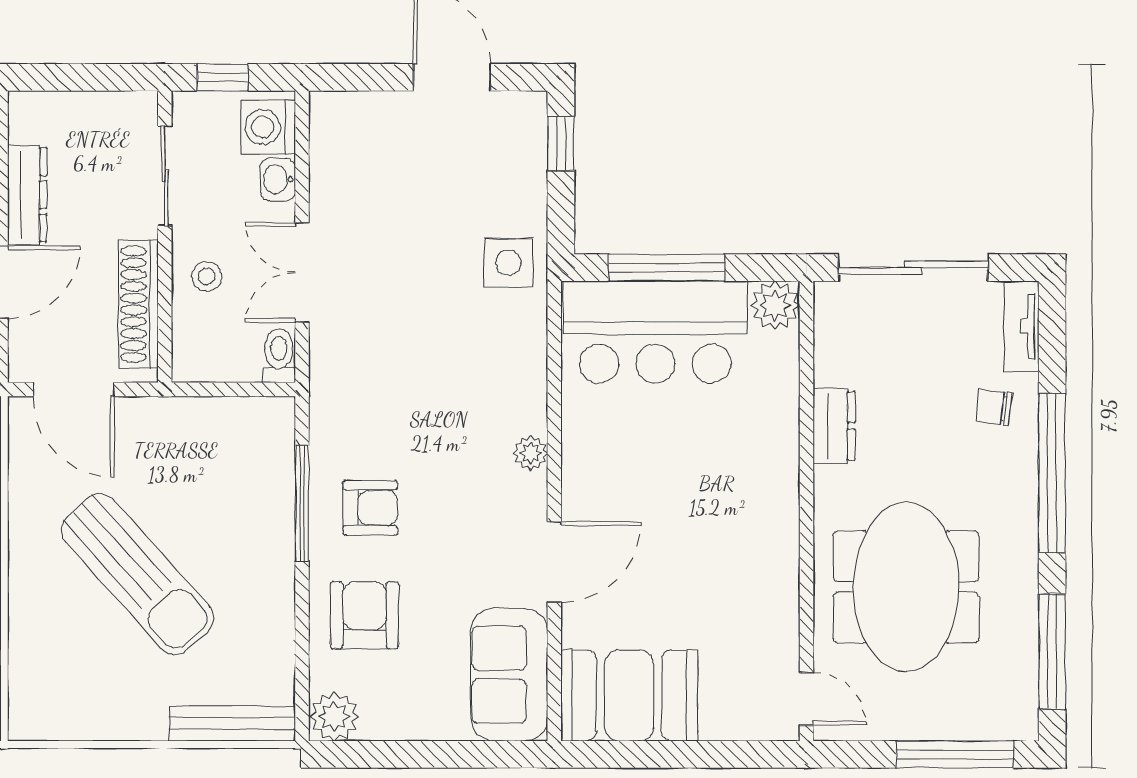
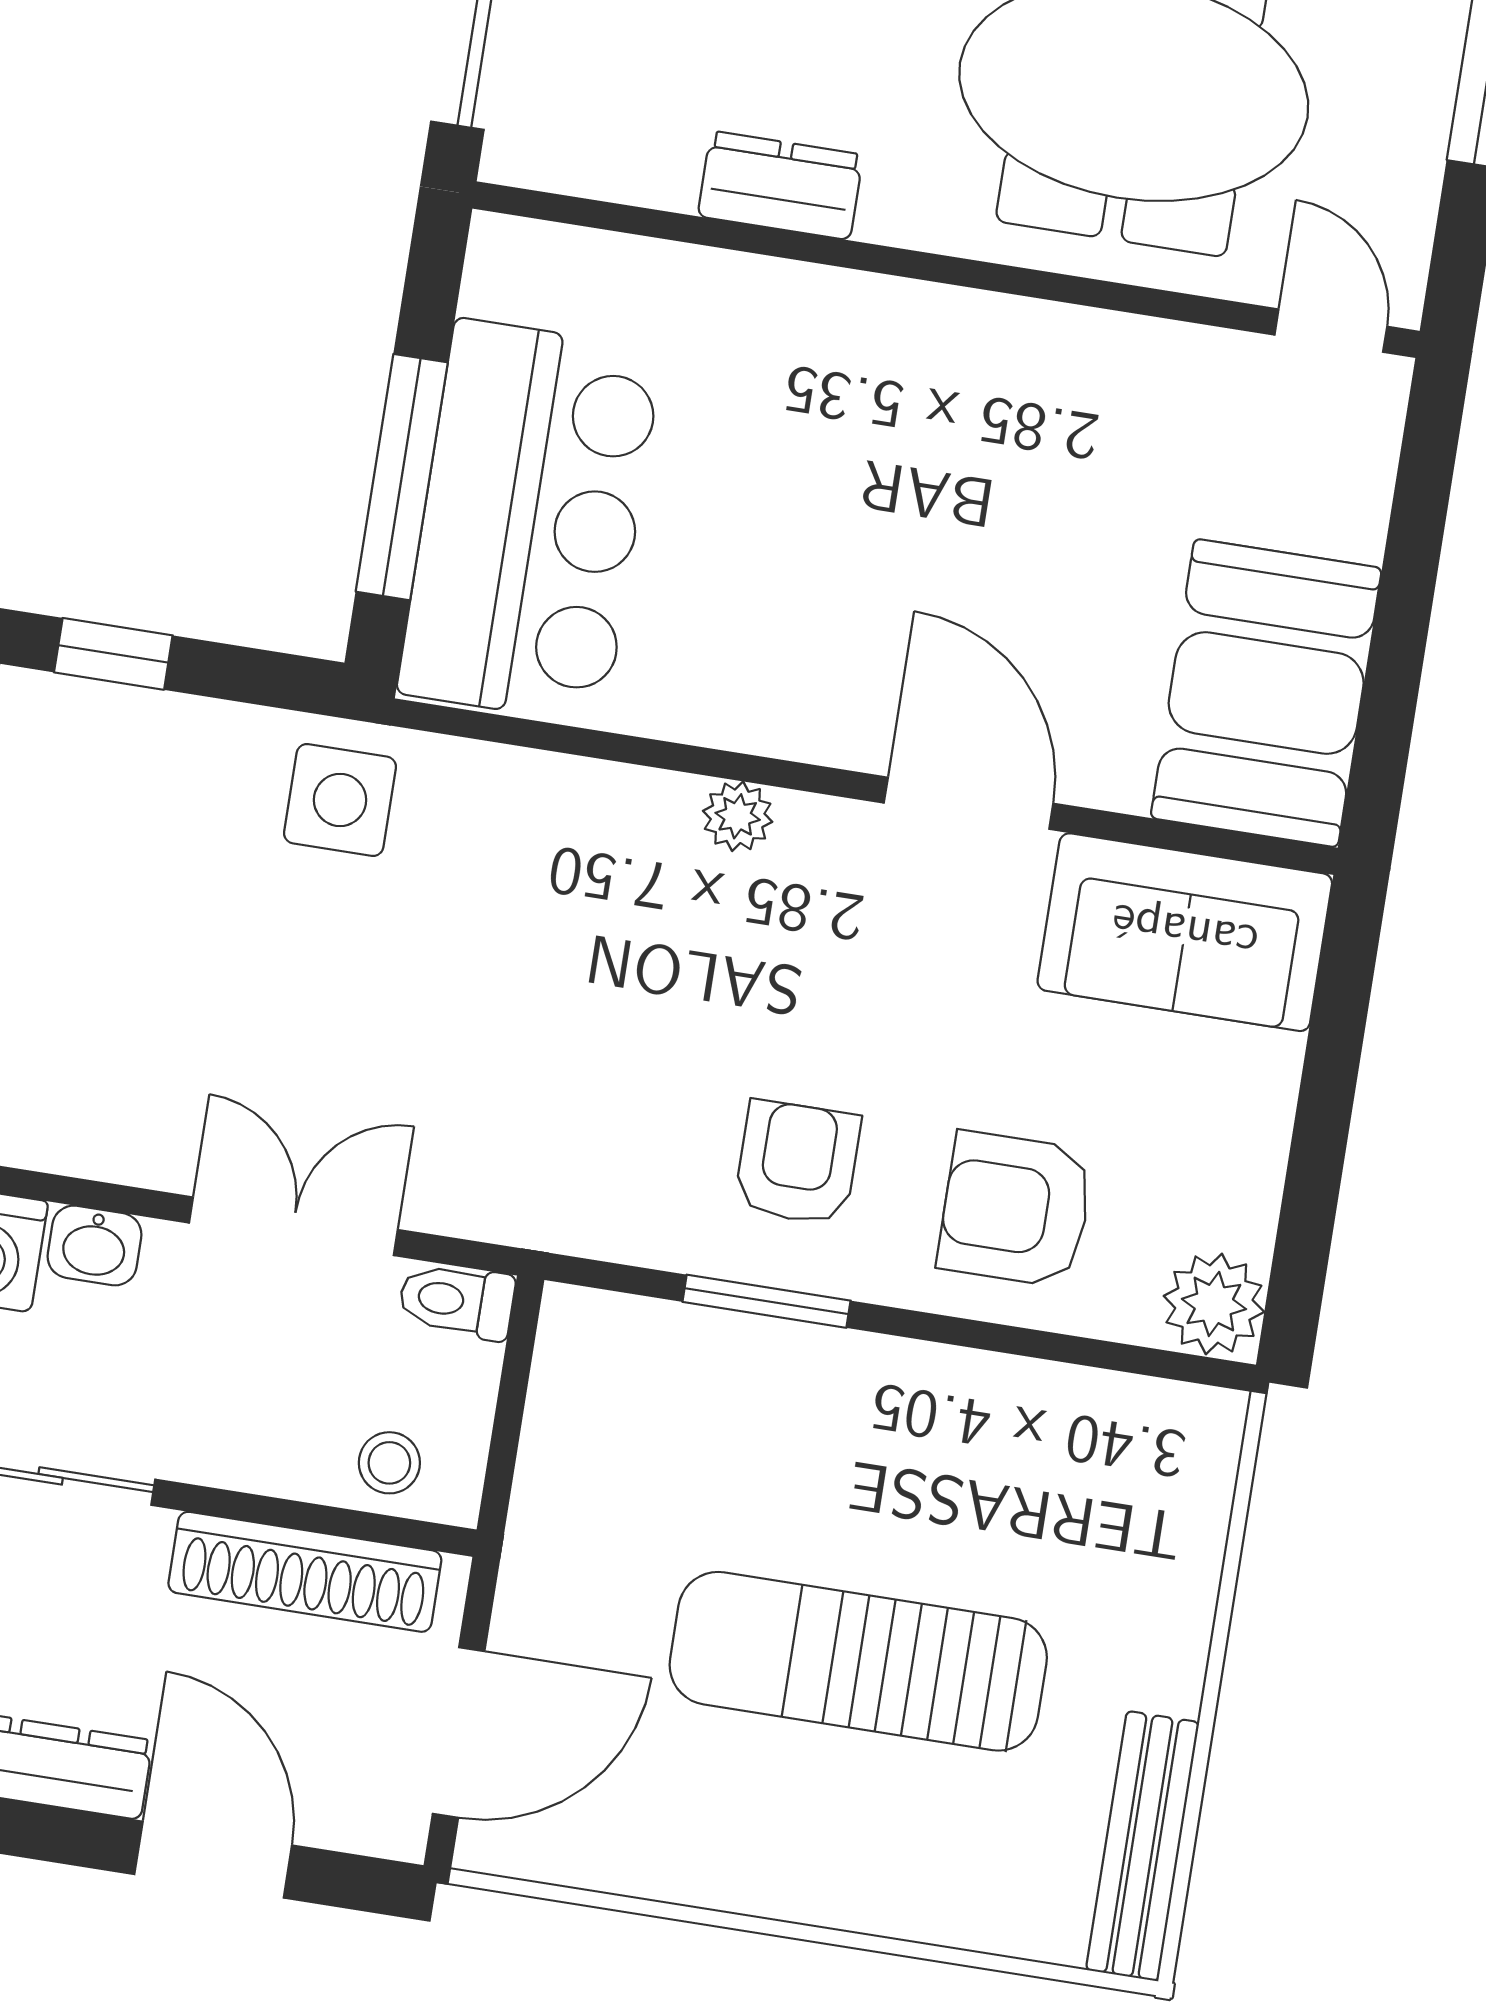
double door: (302, 273) -> (293, 1226), swing flipped
stool: (207, 276) -> (389, 1463), moved
plant: (775, 305) -> (514, 267), removed
window: (302, 503) -> (767, 1301), width x0.69
sun lounger: (137, 574) -> (858, 1661), turned -138
door: (806, 699) -> (1331, 331), hinge flipped
bench: (232, 723) -> (1143, 1846), moved

